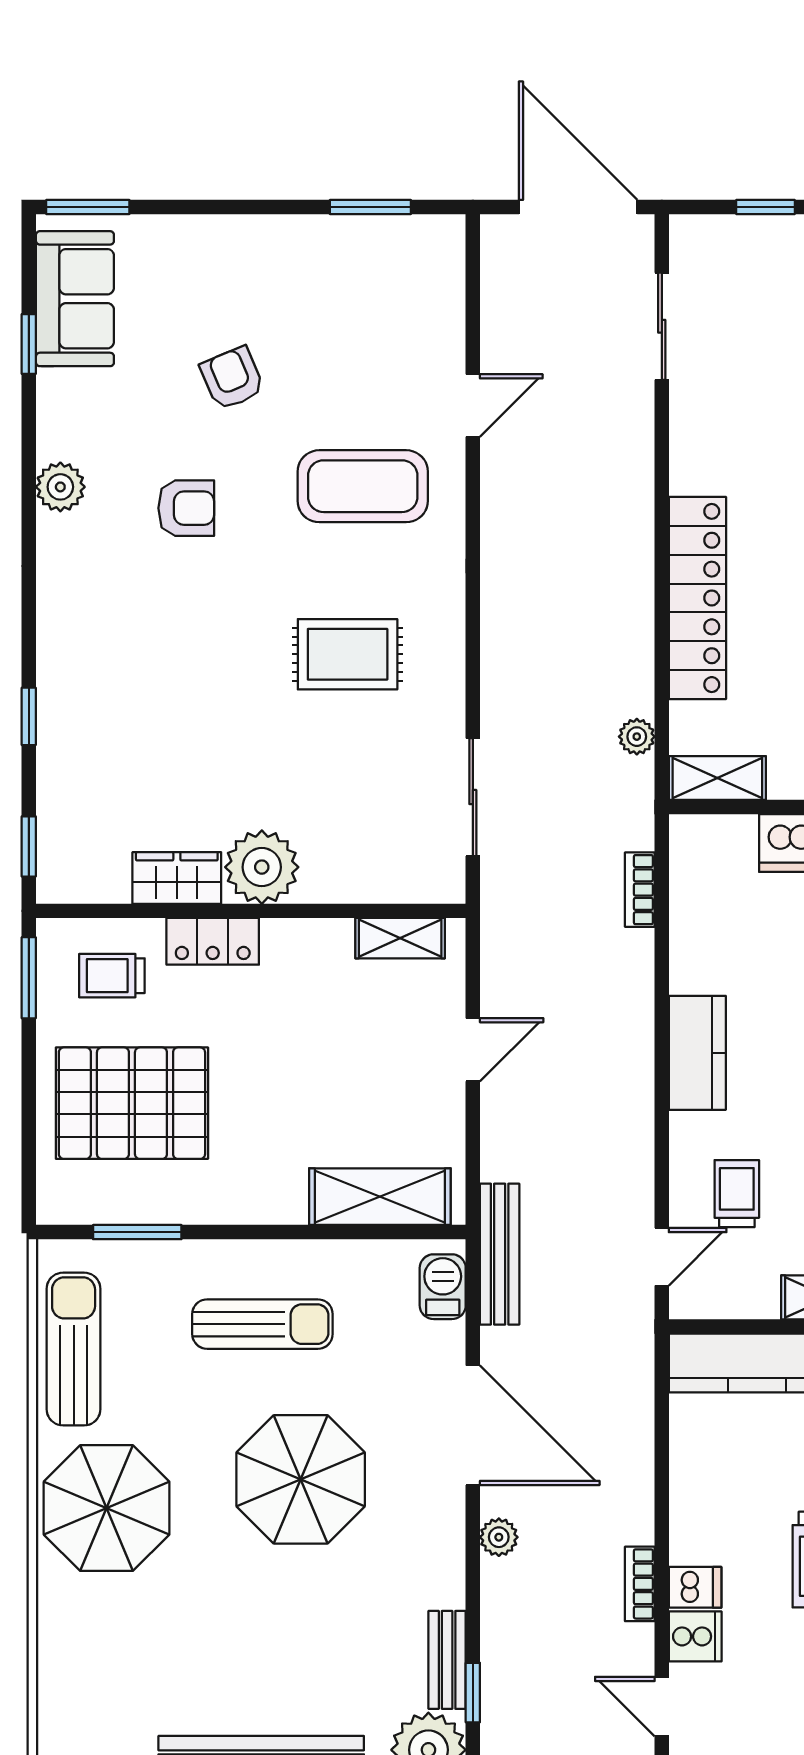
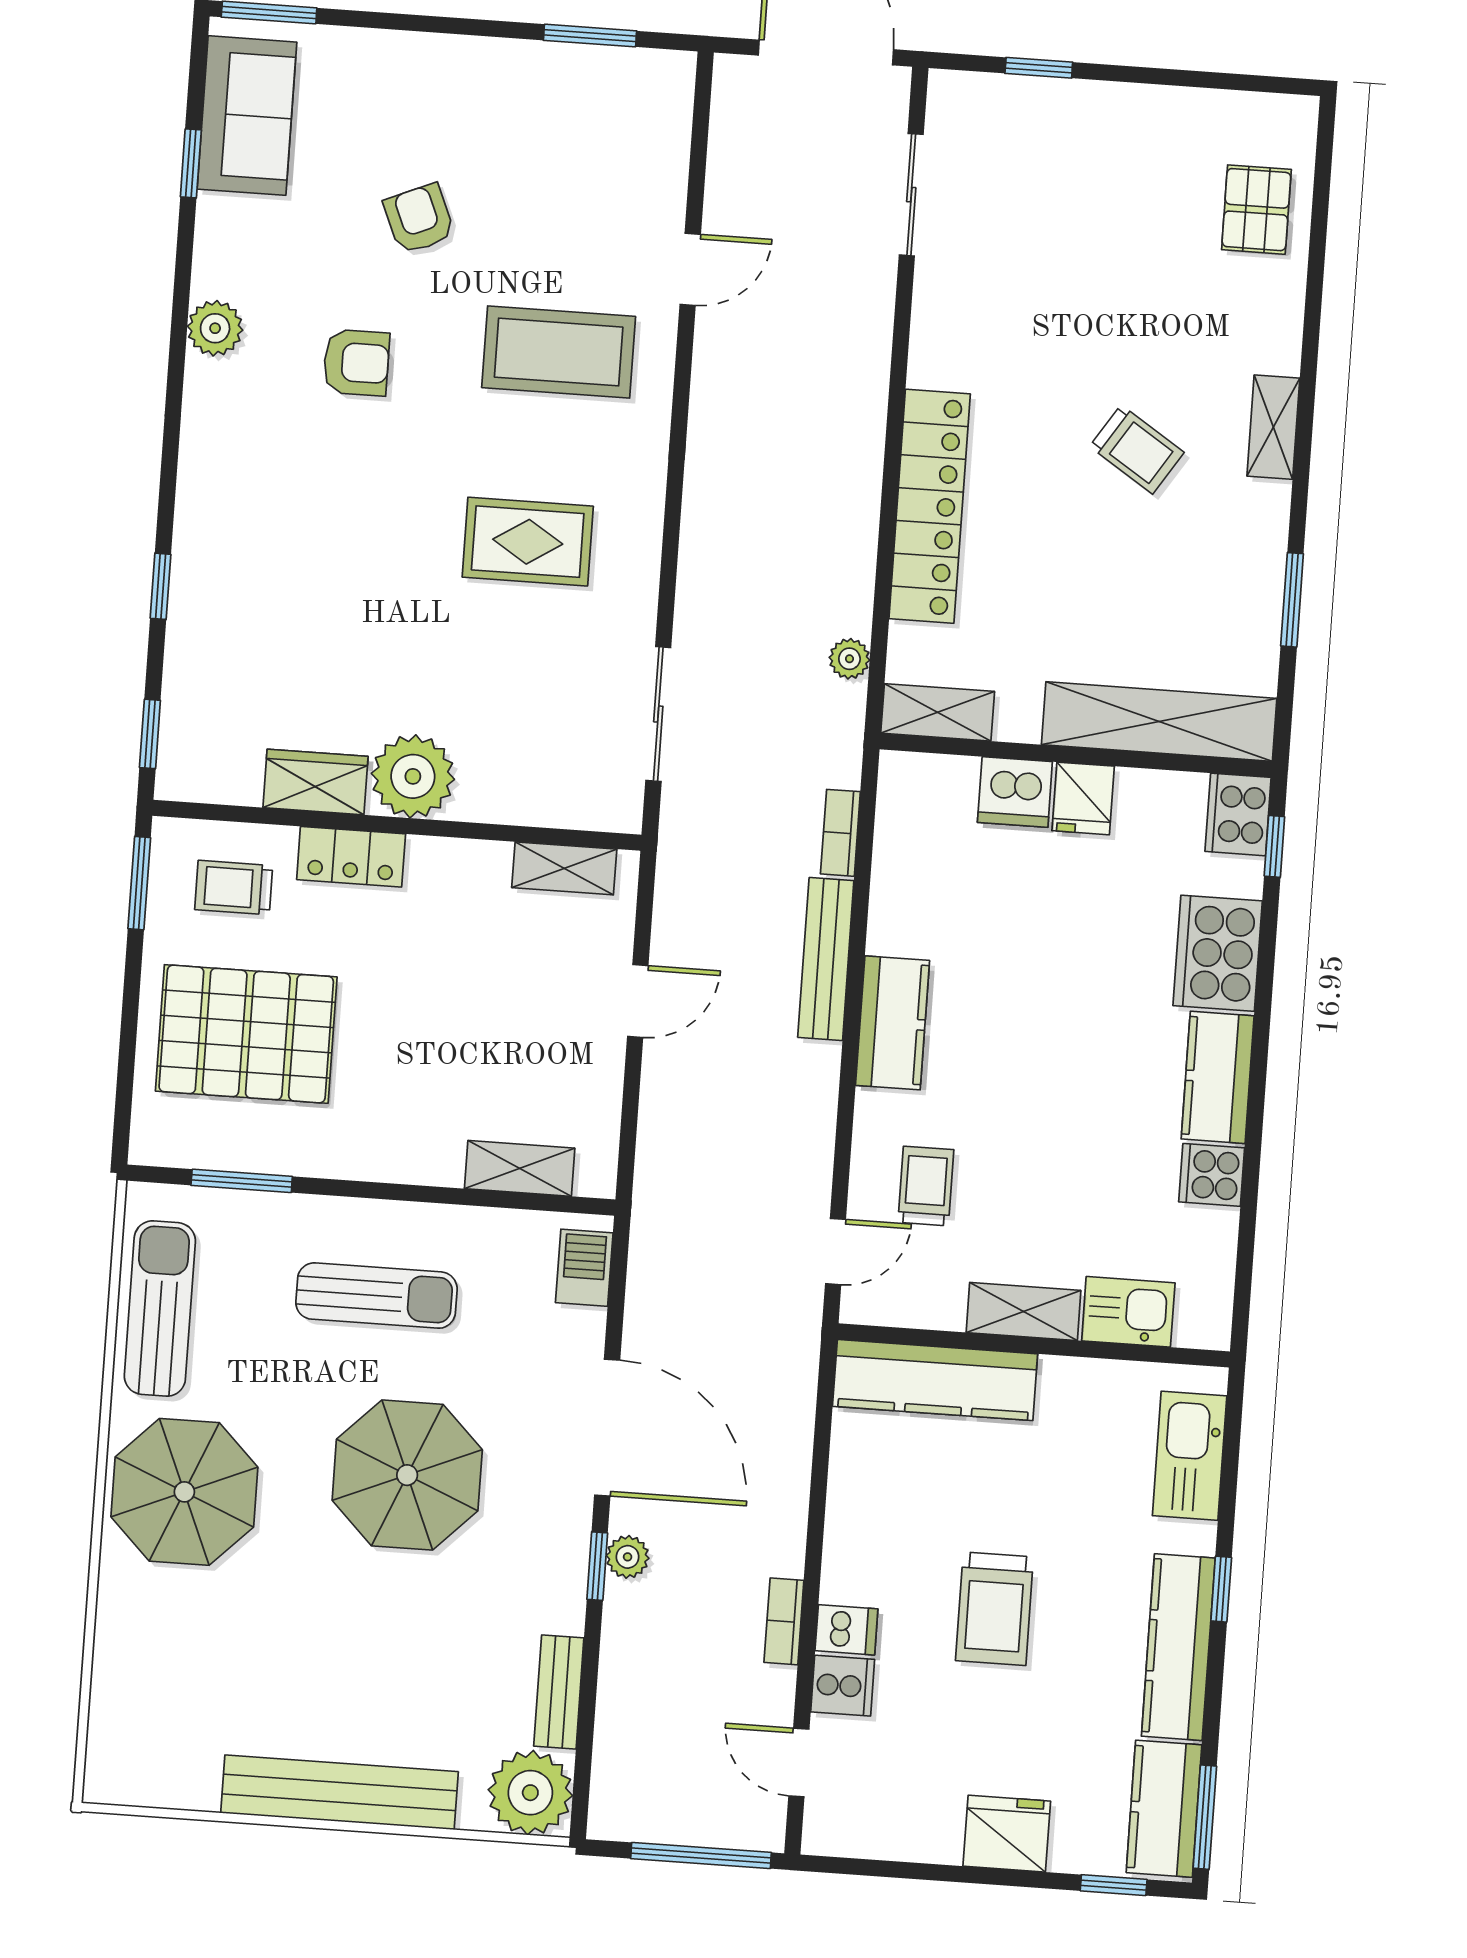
shelving: (380, 1197) -> (520, 1168), width x0.67, depth x0.75
bench: (500, 1254) -> (826, 959), moved
window: (473, 1693) -> (597, 1566), moved

